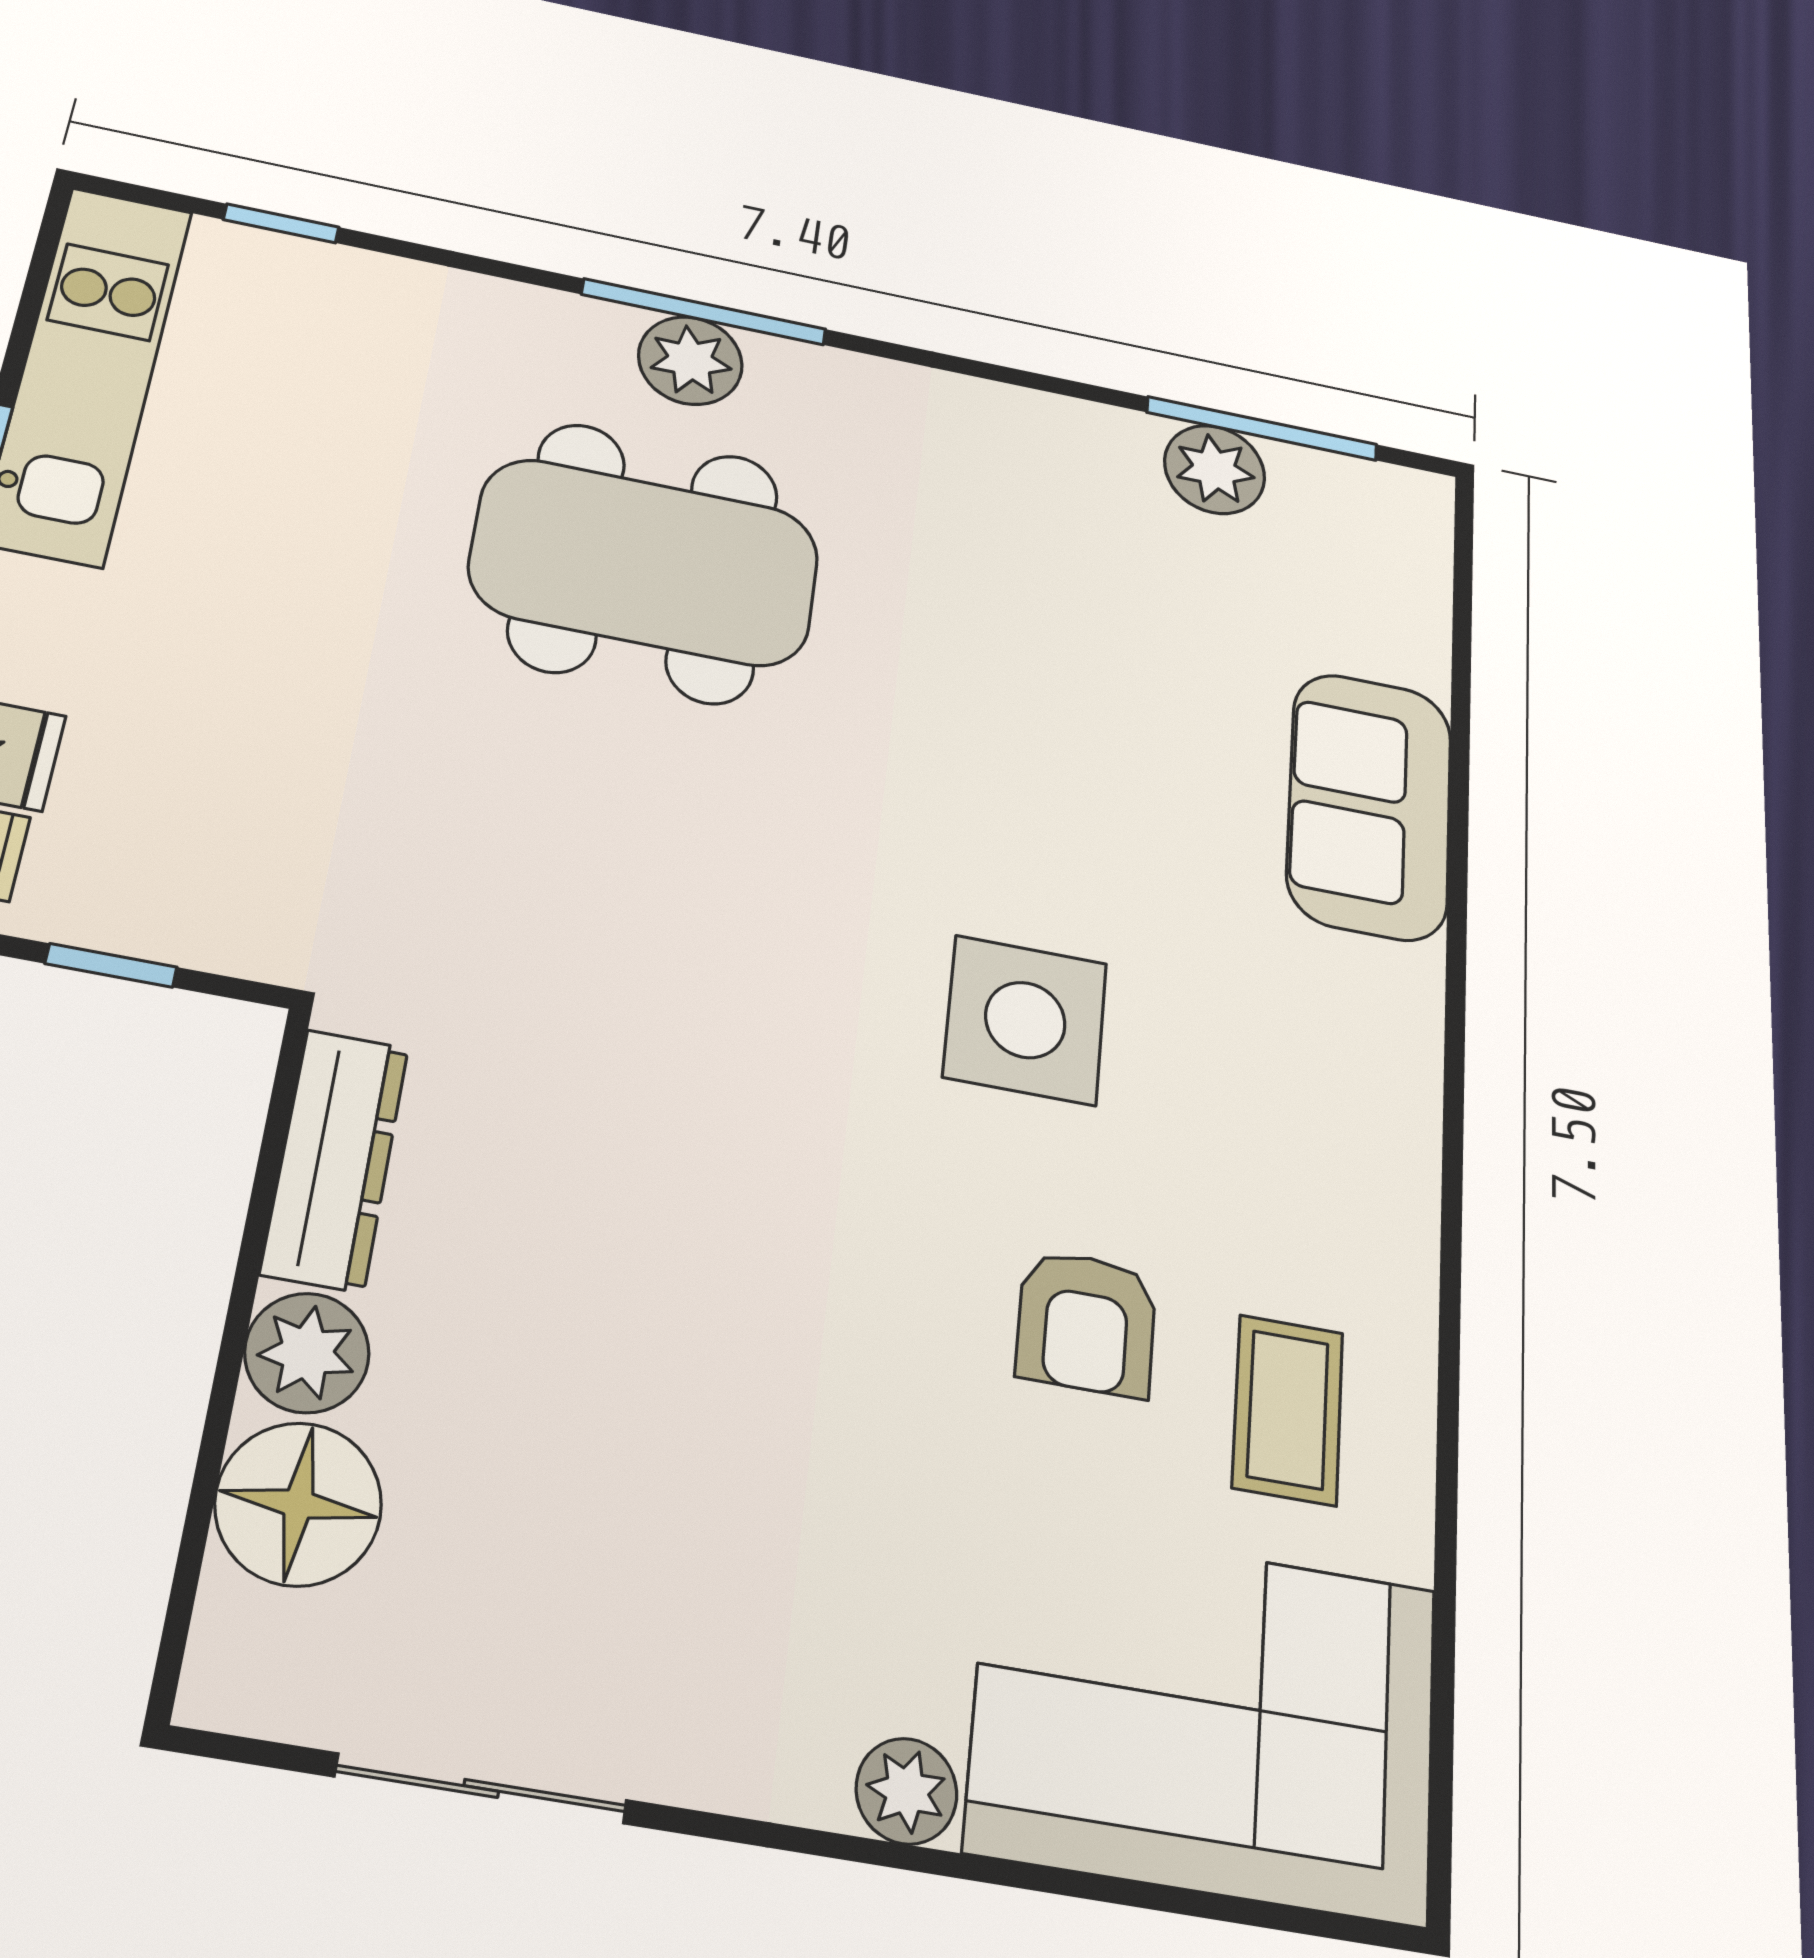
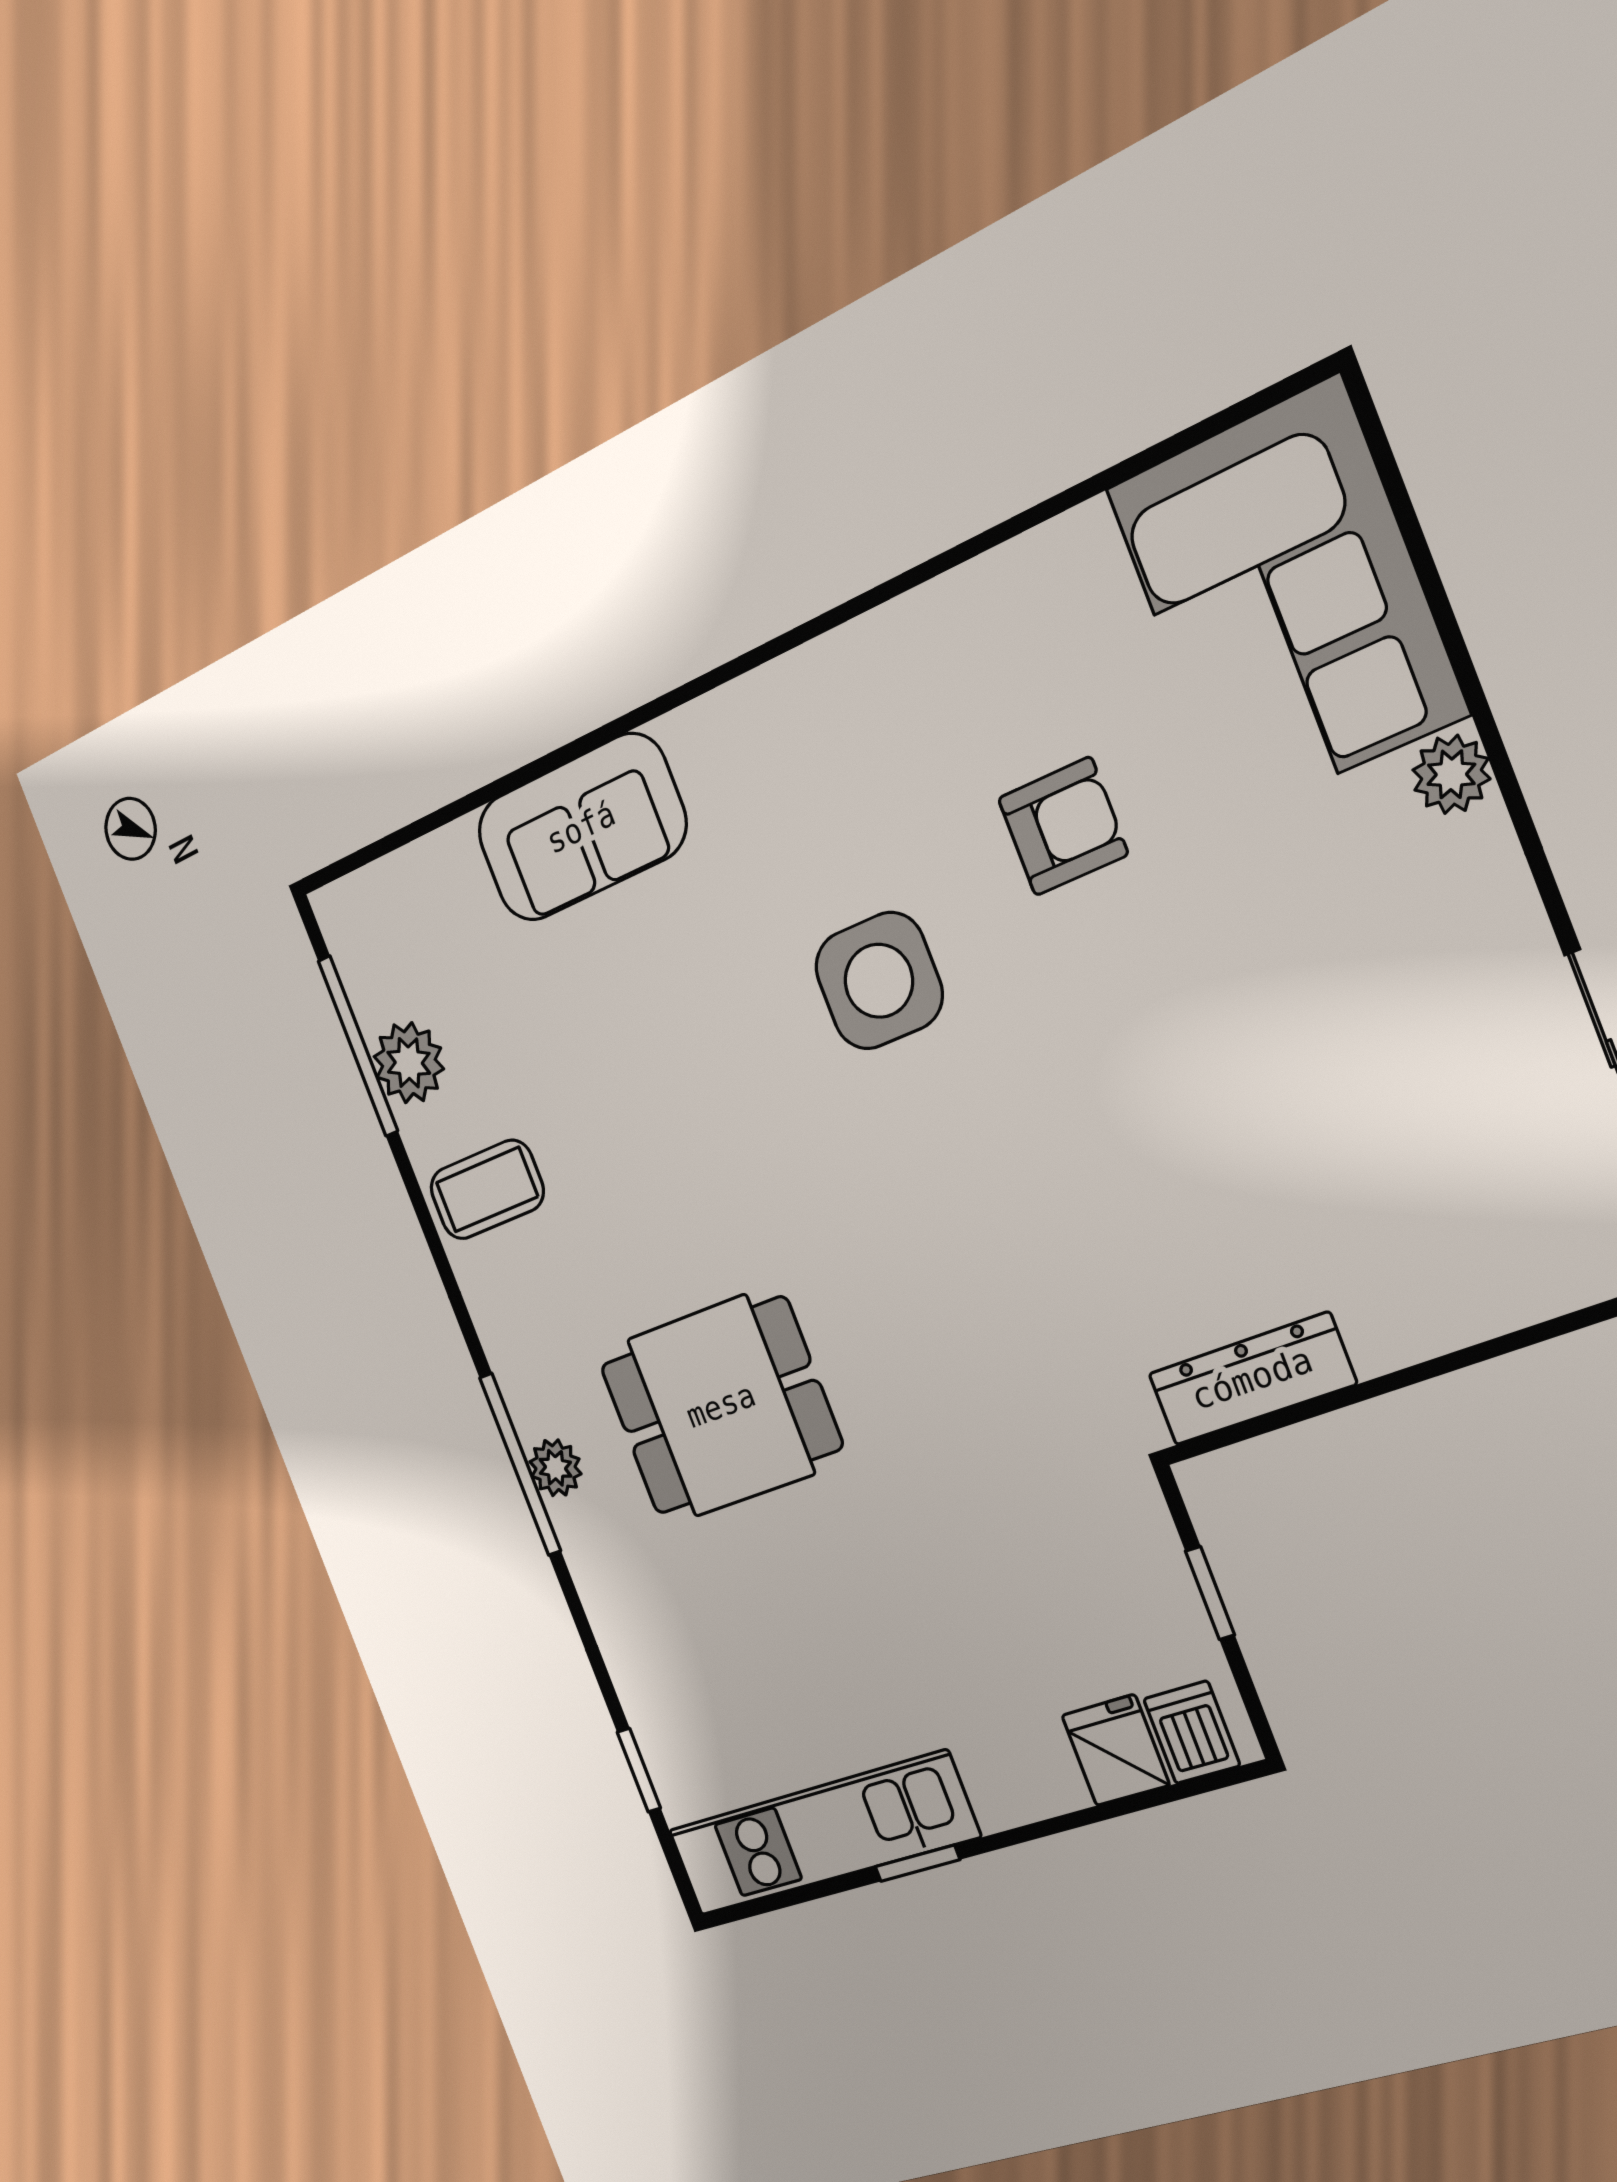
plant: (690, 361) -> (555, 1468), width x0.73, depth x0.73
dining table: (645, 562) -> (721, 1406), width x0.73
plant: (307, 1353) -> (1391, 1325), removed
coffee table: (1288, 1410) -> (487, 1190), moved
floor lamp: (298, 1504) -> (1493, 1275), removed

